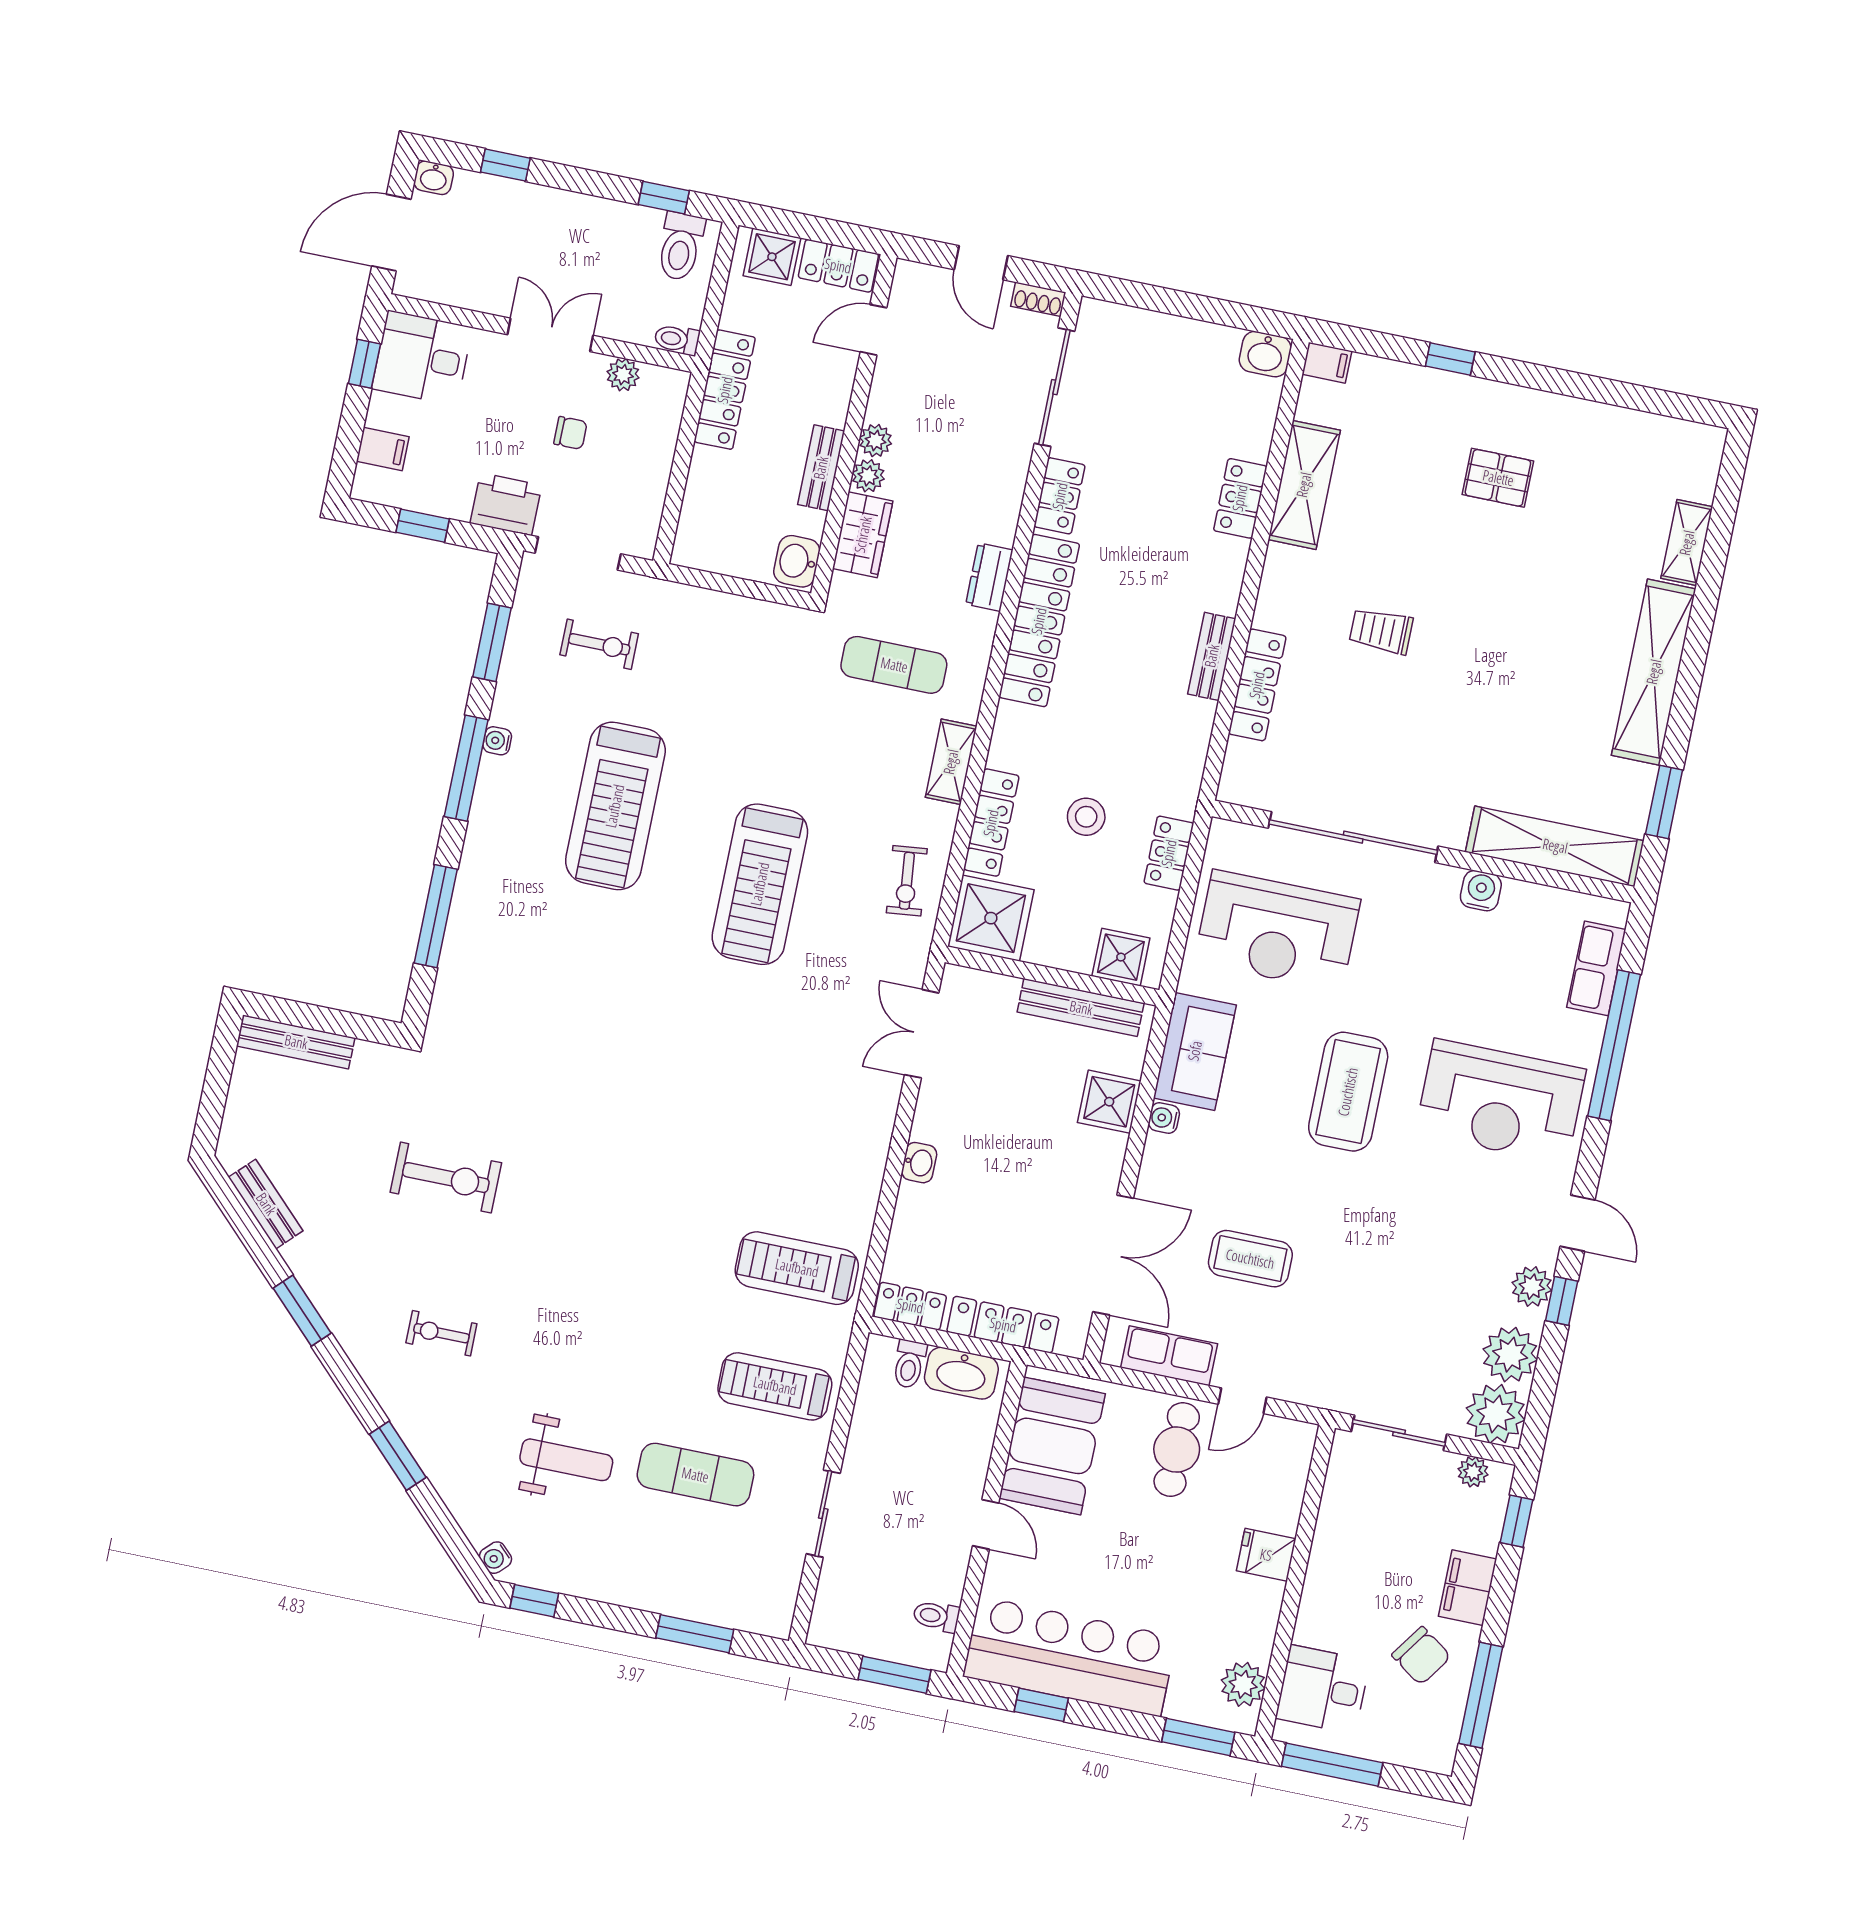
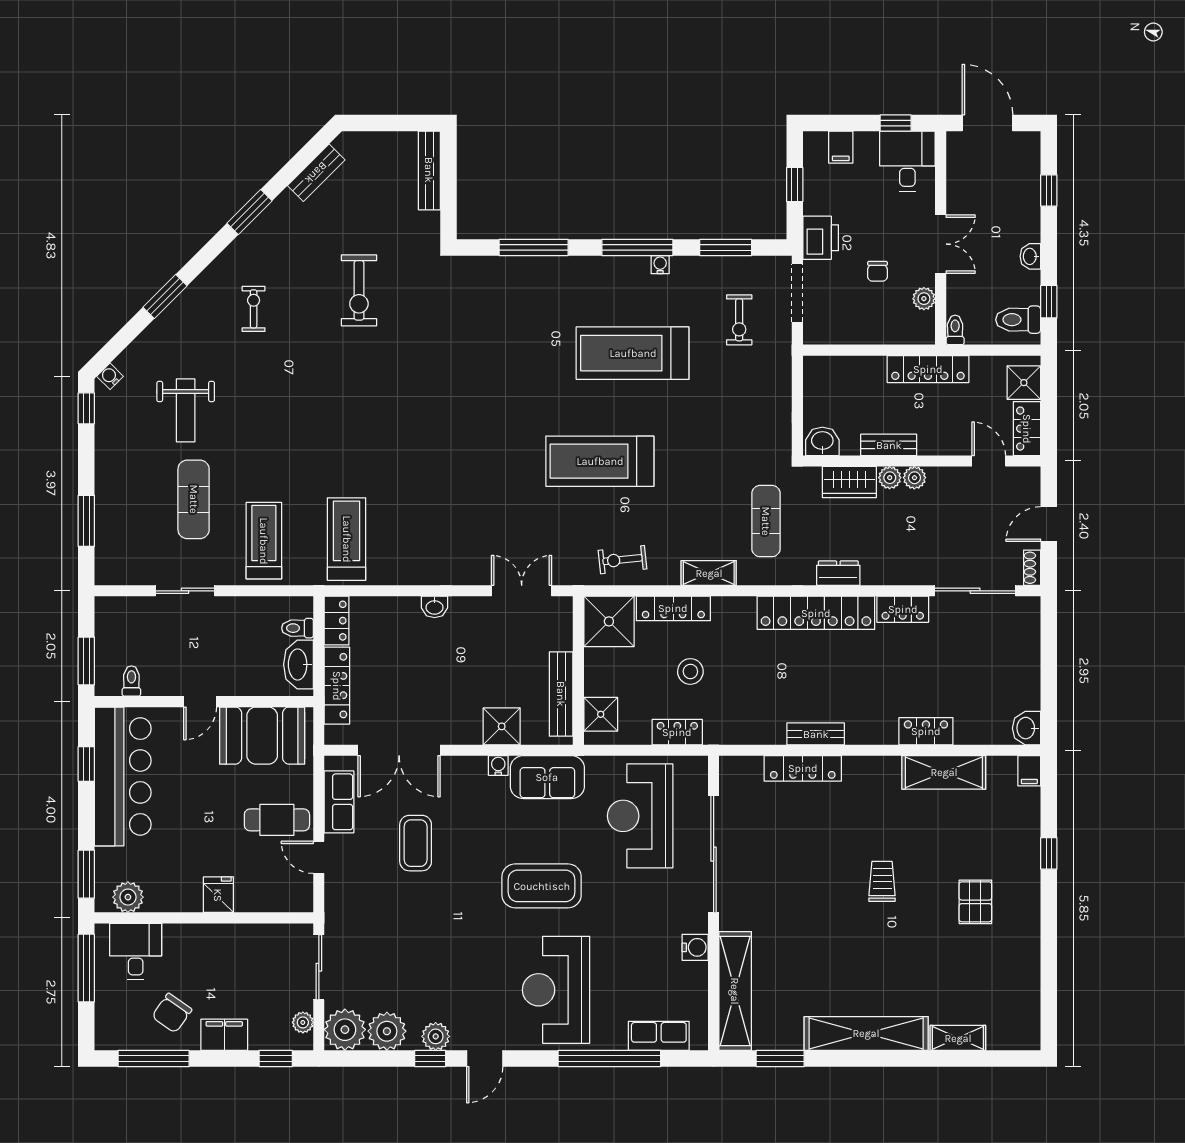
washbasin: (434, 178) -> (1030, 256), moved
trolley: (1381, 631) -> (882, 881), moved

